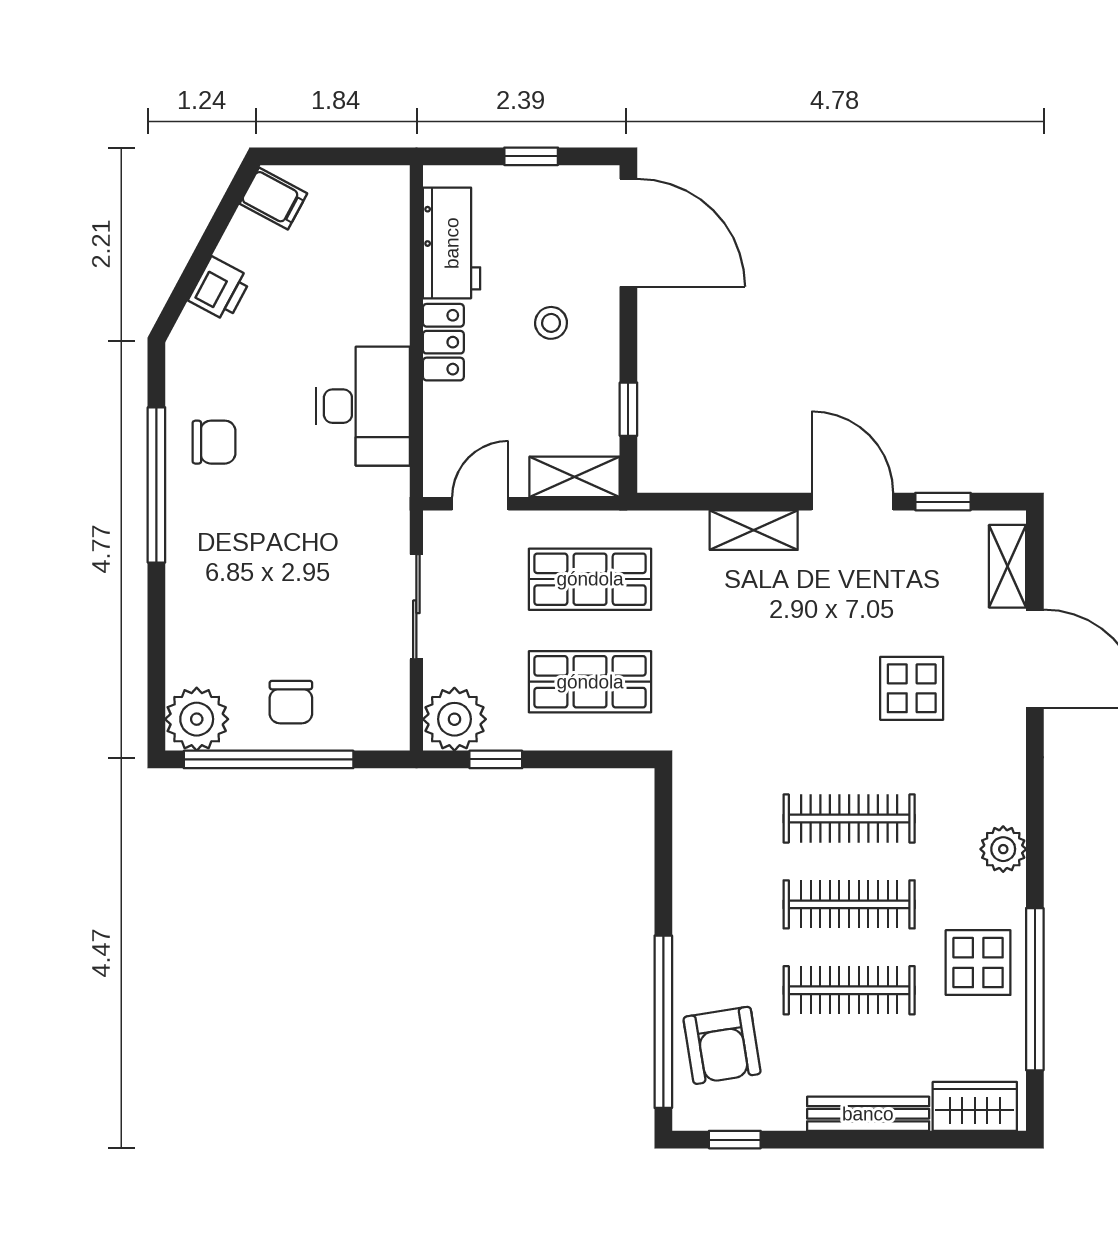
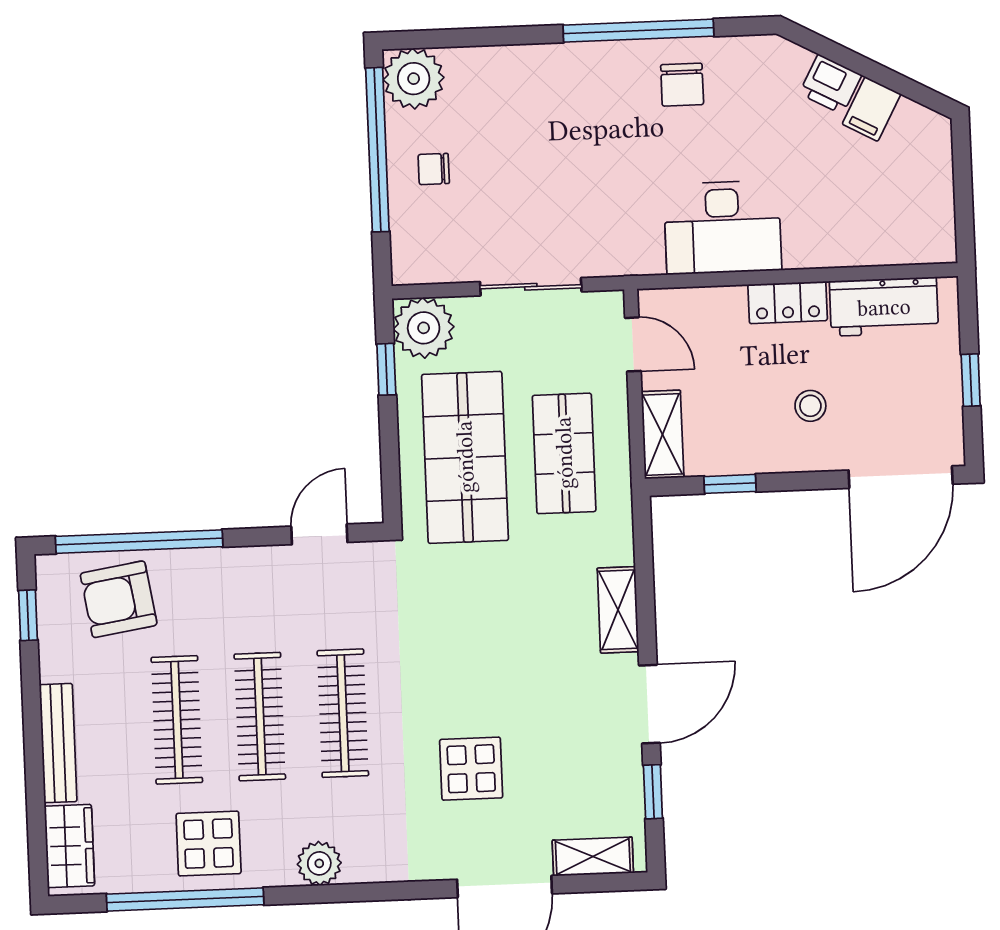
filing cabinet: (273, 199) -> (871, 109), moved
shop shelf: (590, 682) -> (465, 457), width x1.43, depth x1.36
chair: (291, 702) -> (434, 169), width x0.73, depth x0.73
door: (663, 835) -> (319, 534), added

